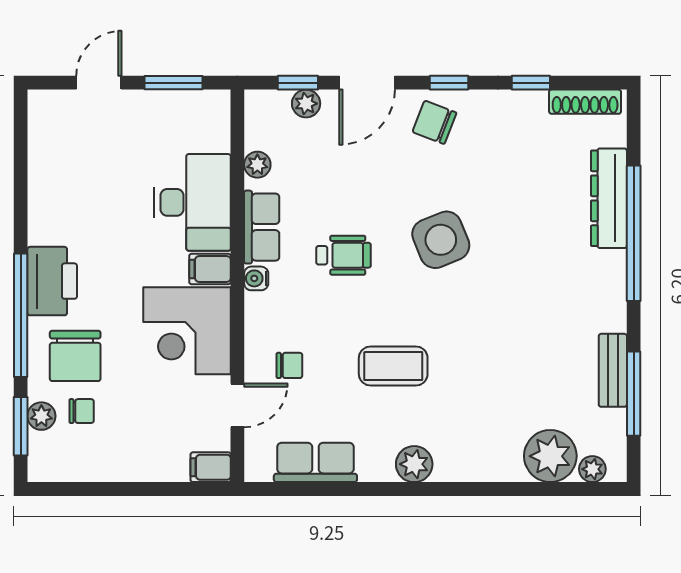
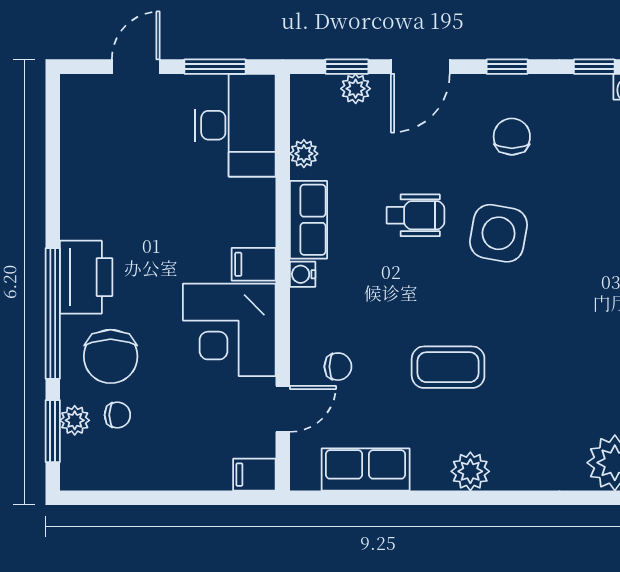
chair: (434, 122) -> (512, 137), moved, turned 69
desk: (193, 202) -> (235, 125), moved
side table: (441, 240) -> (499, 233), turned 32
wheelchair: (343, 255) -> (416, 215), moved

